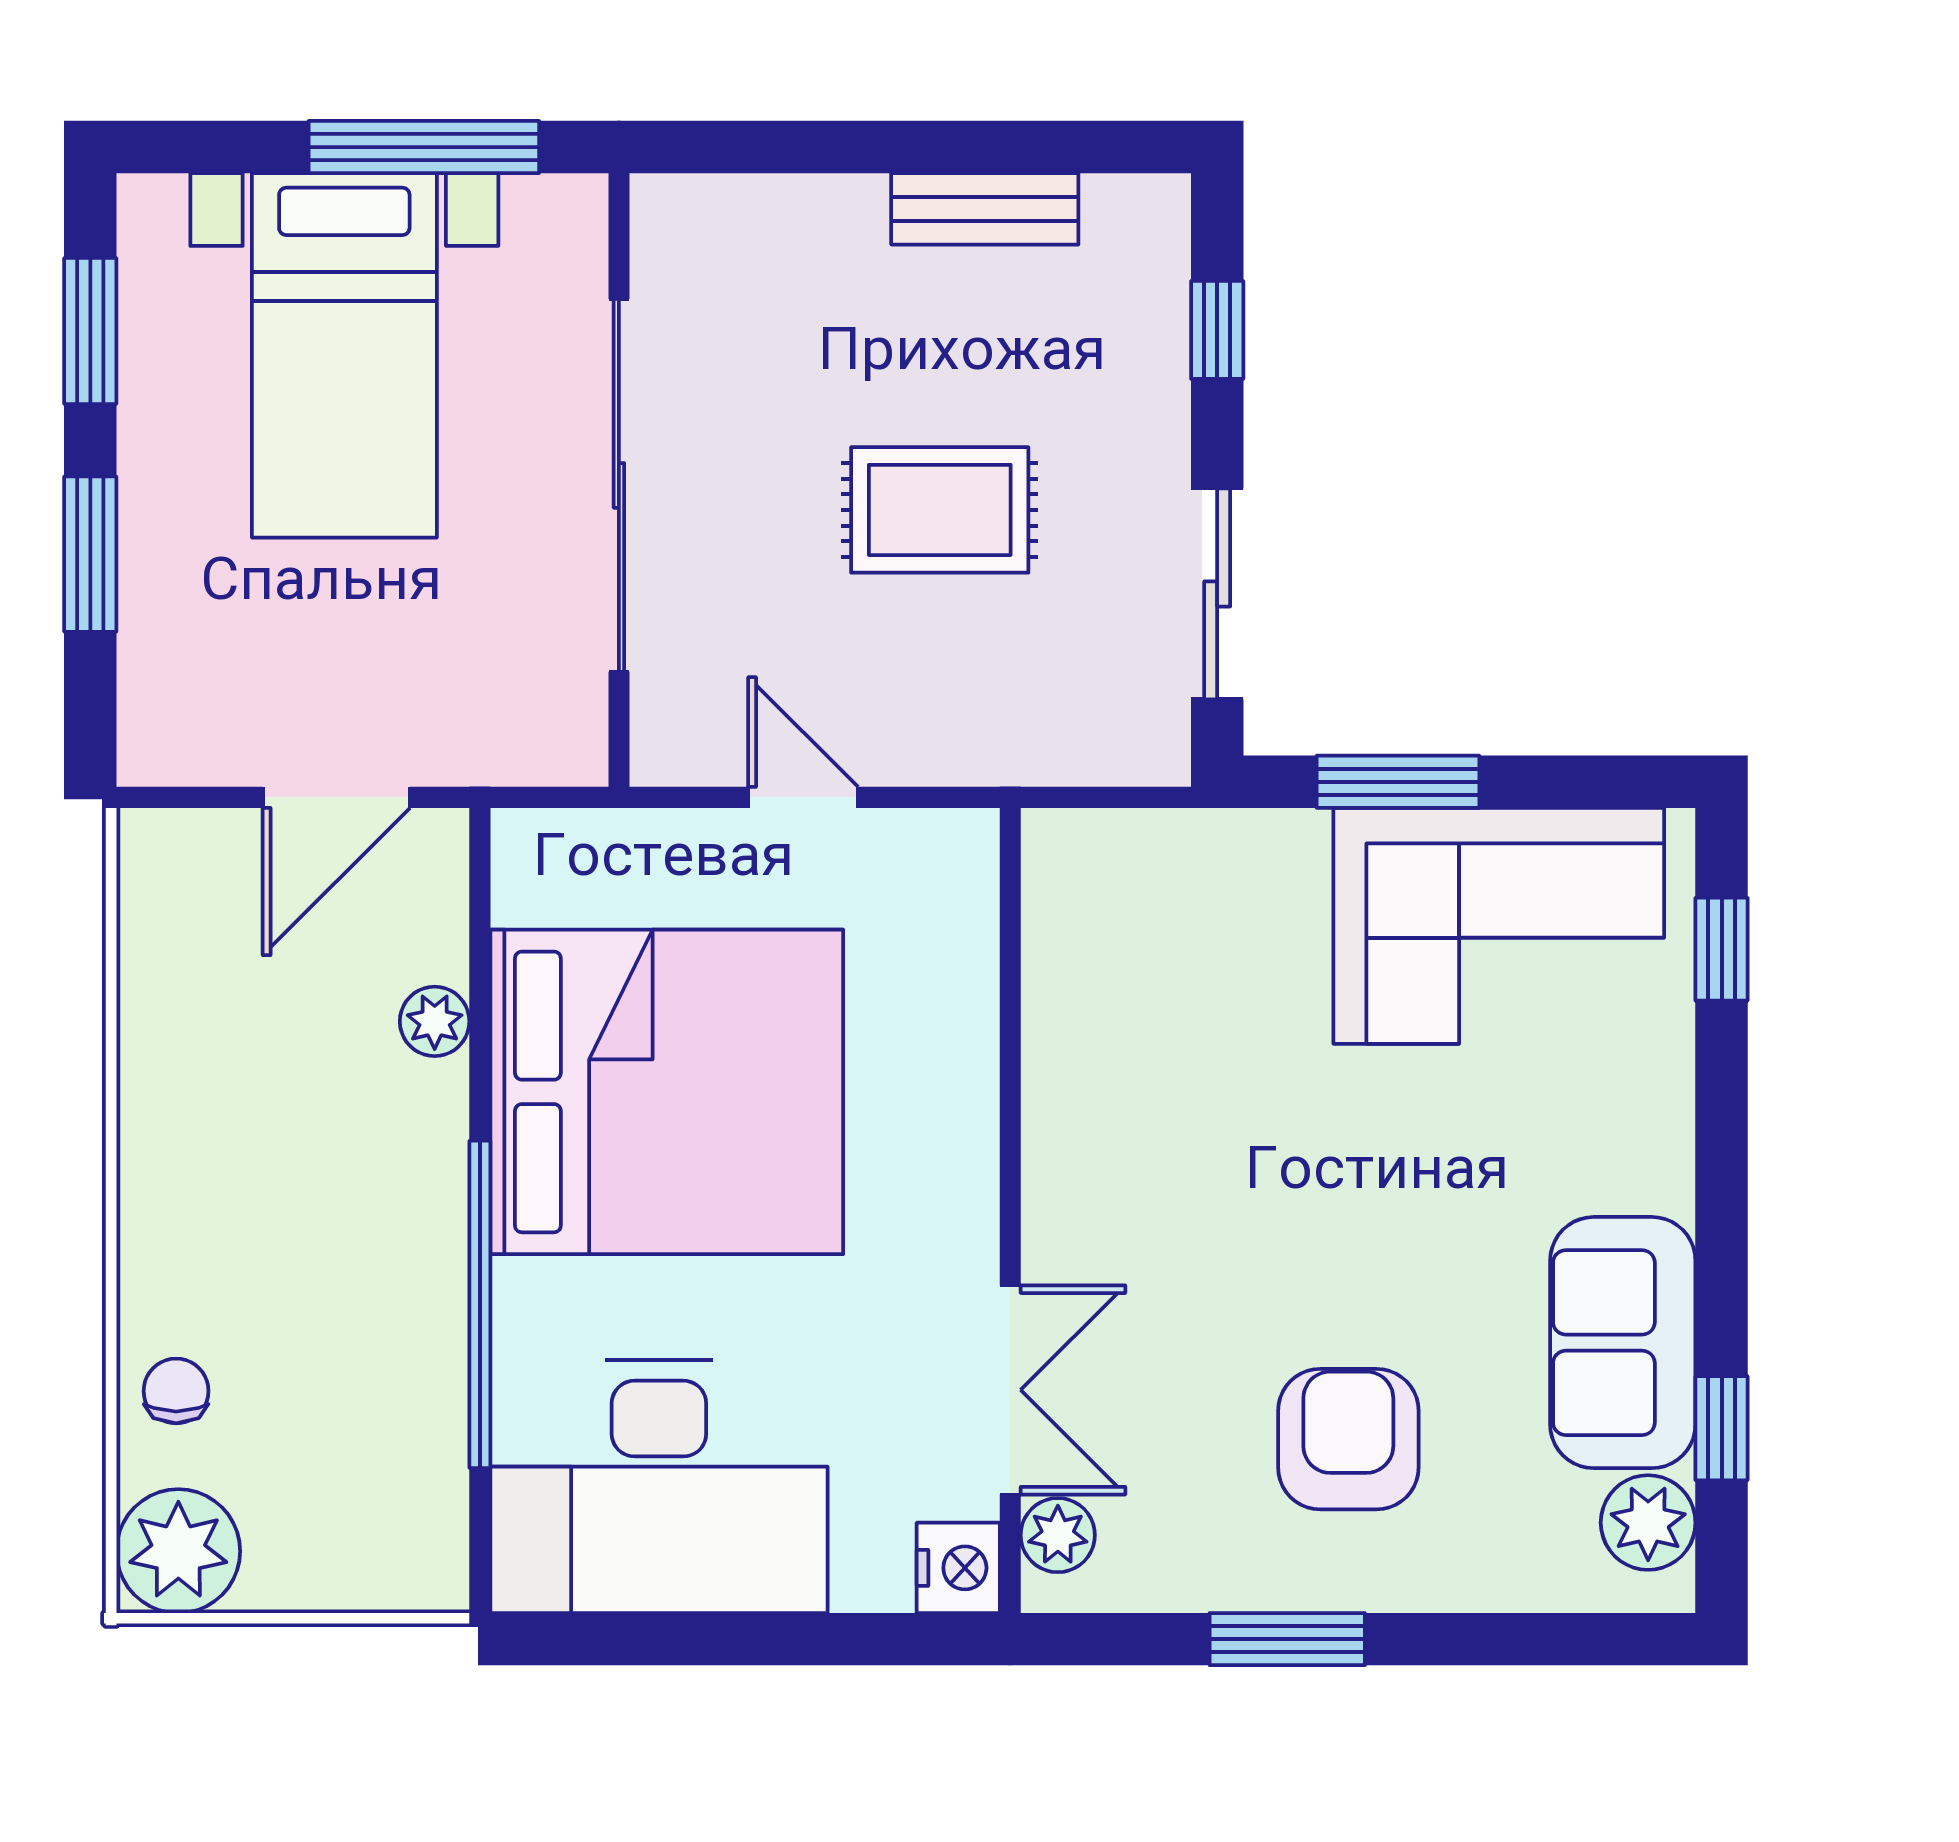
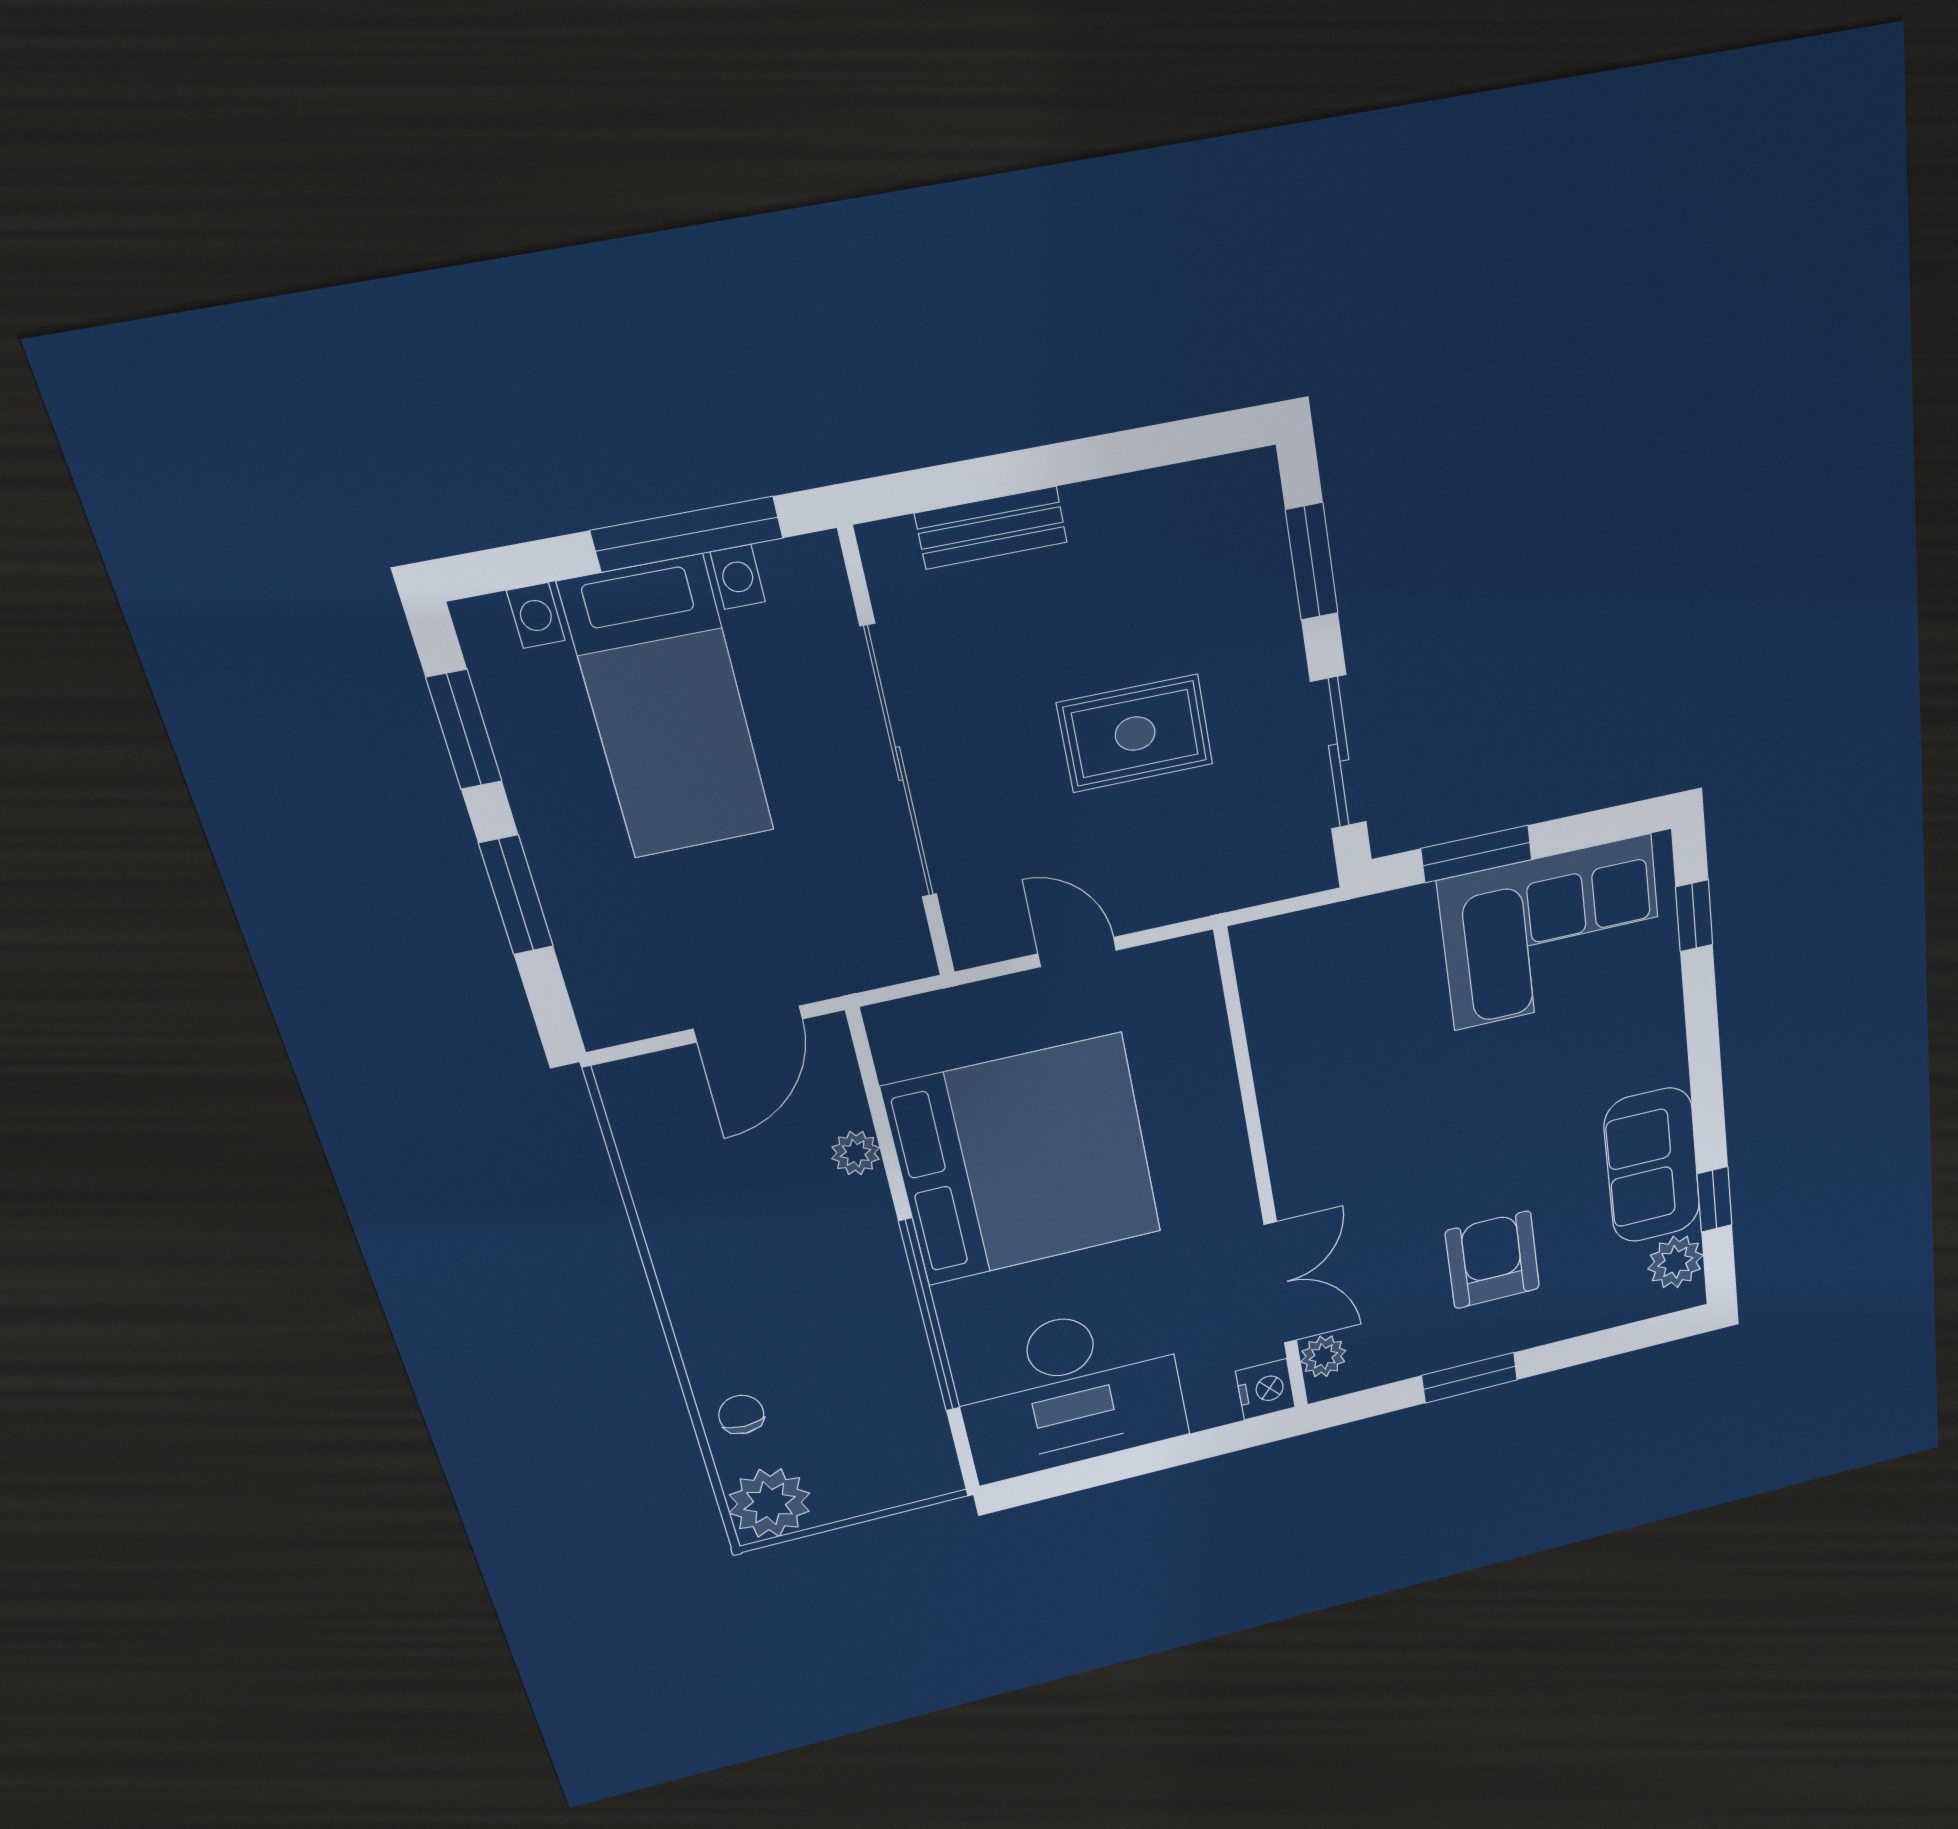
bench: (985, 209) -> (991, 528), moved
window: (1217, 330) -> (1312, 562), width x1.50

